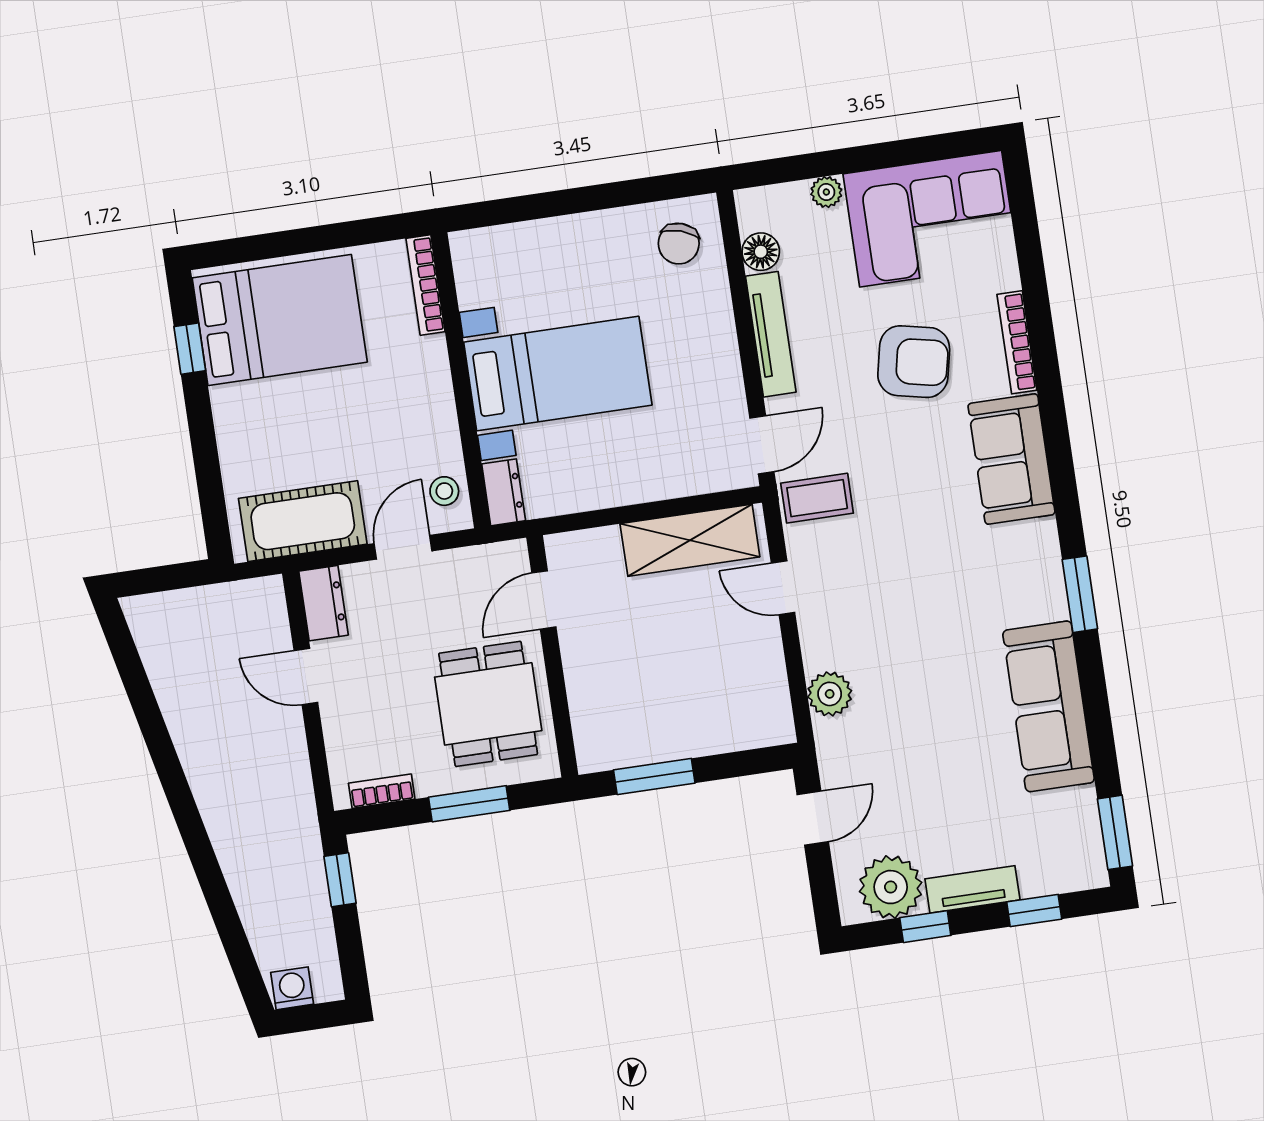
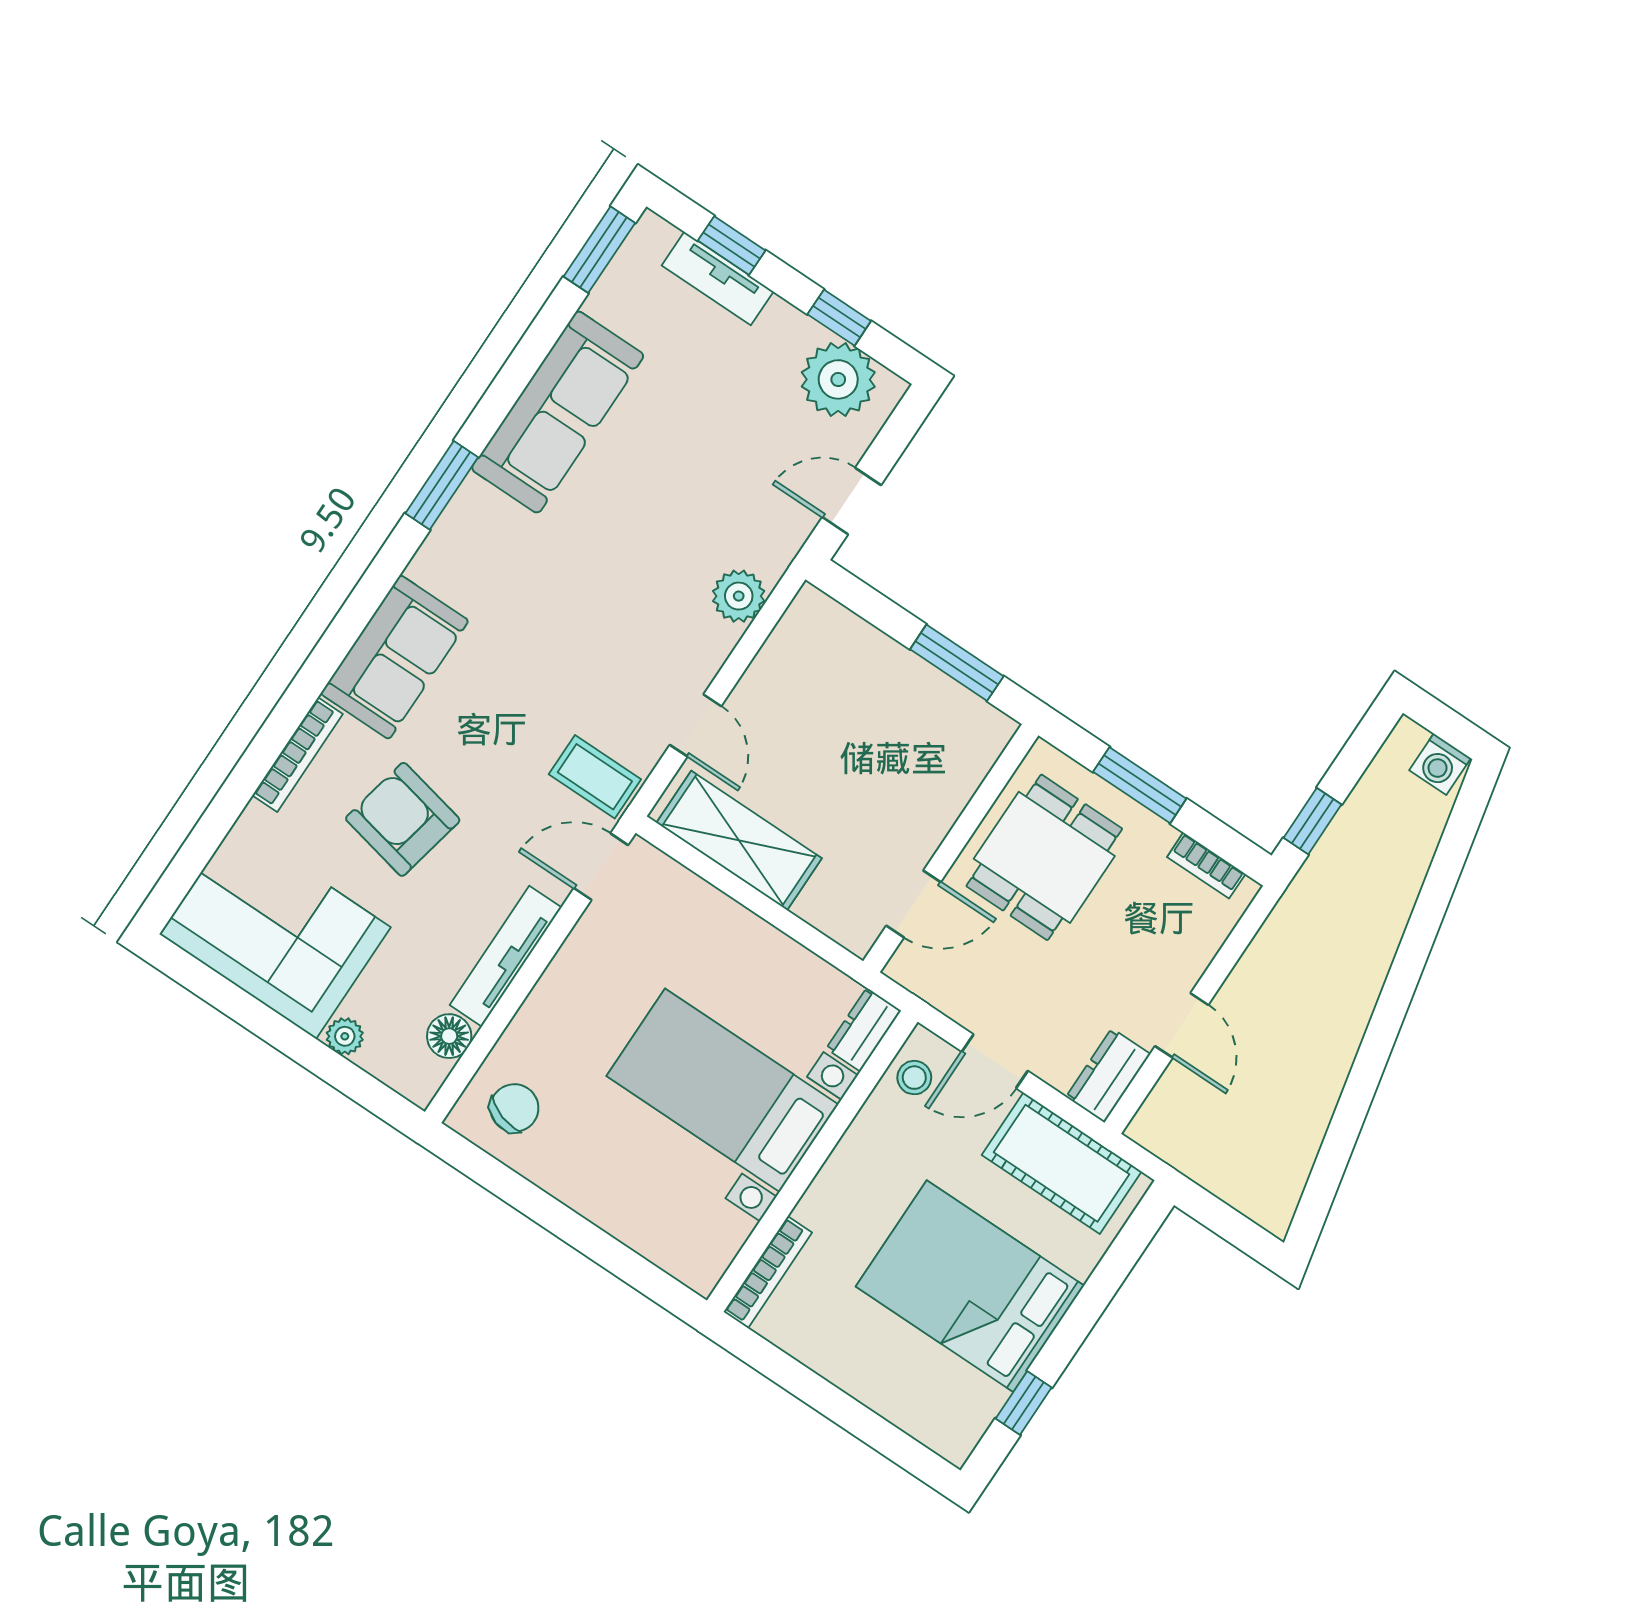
bed: (280, 320) -> (970, 1286), moved
tv unit: (972, 889) -> (718, 278), moved

